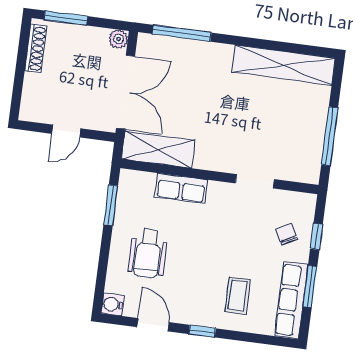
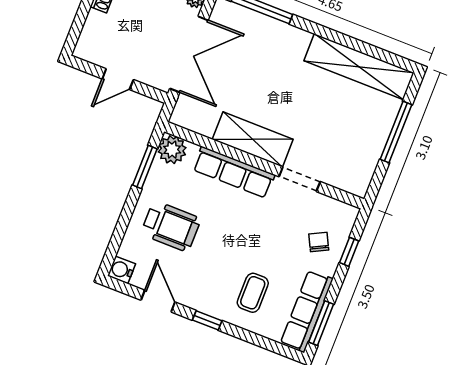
window: (330, 136) -> (396, 132), moved
shelving: (158, 150) -> (253, 139), moved
plant: (132, 183) -> (172, 150), added
row of seats: (181, 188) -> (234, 172), width x1.48
wheelchair: (148, 253) -> (171, 226), turned -90
window: (310, 287) -> (321, 323), moved

